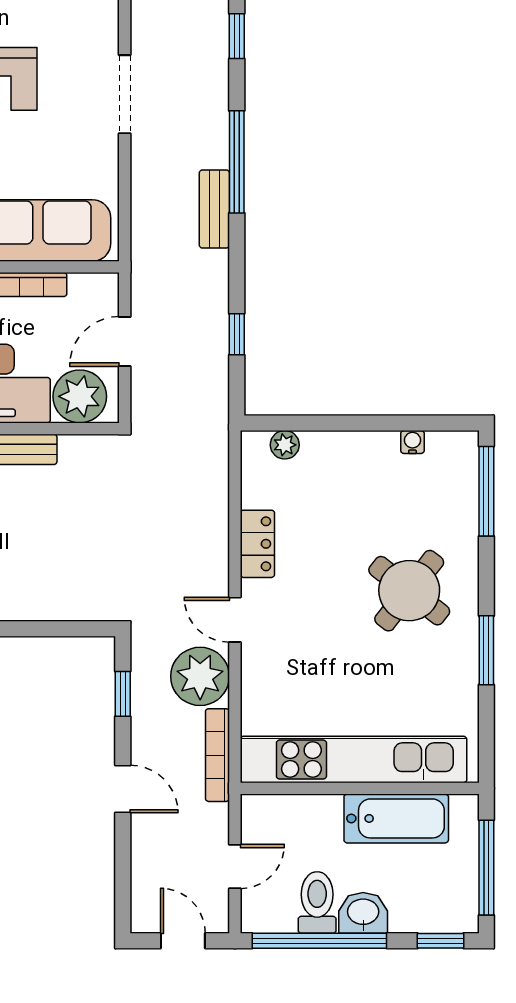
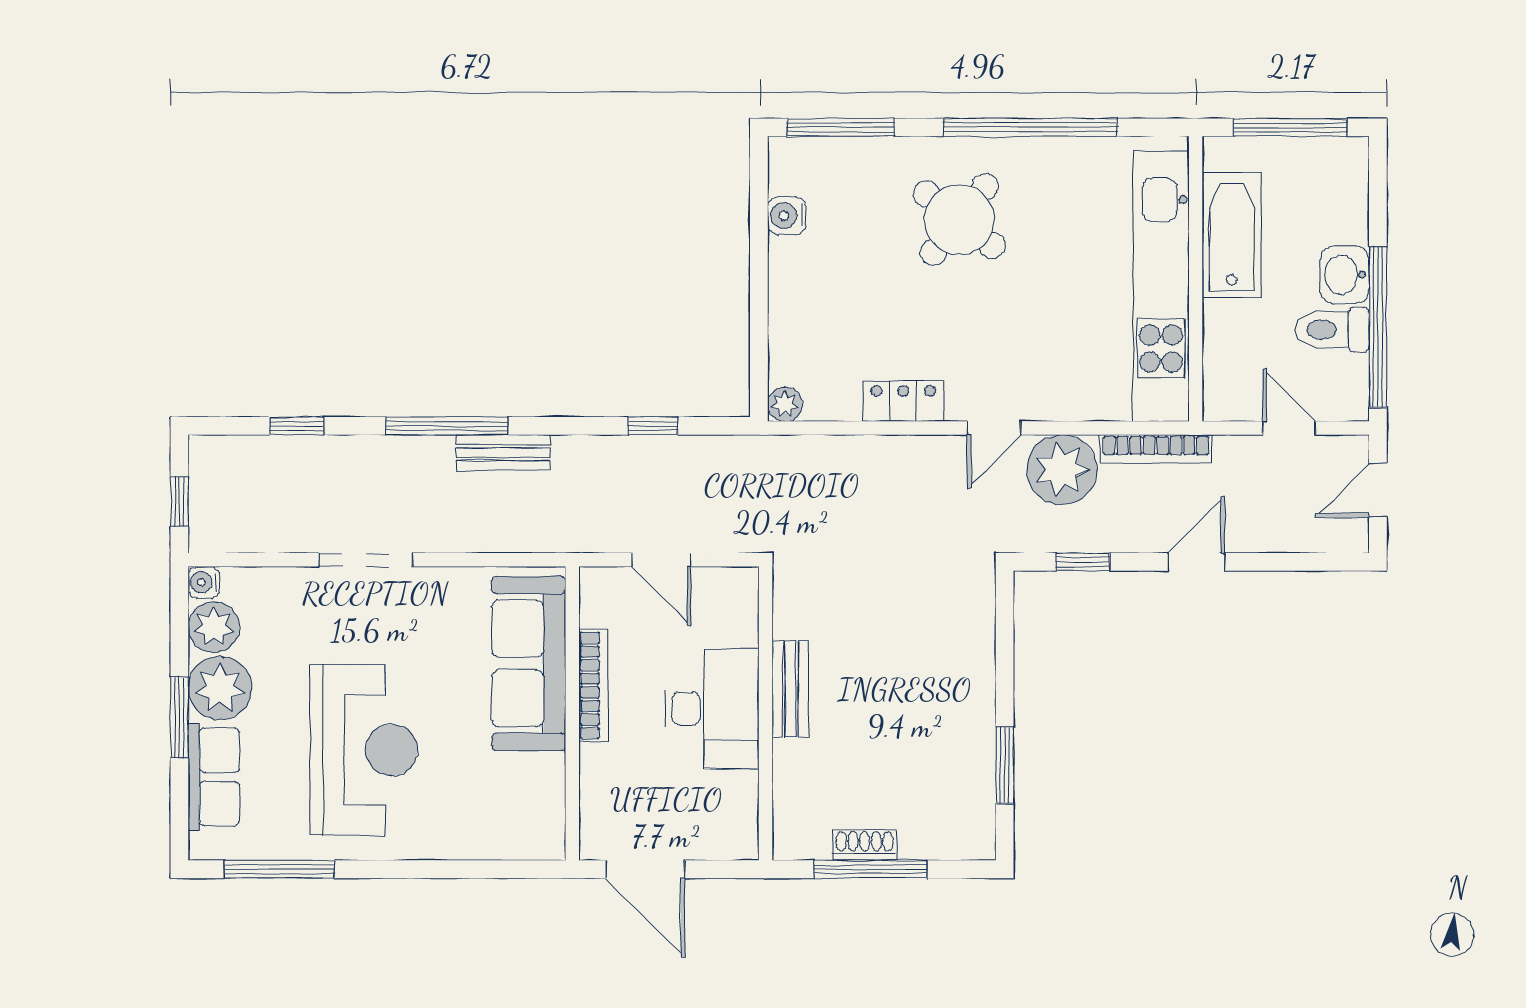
plant: (80, 396) -> (727, 613), removed
water cooler: (412, 442) -> (787, 216), width x1.38, depth x1.38
plant: (285, 445) -> (785, 404), moved
window: (486, 650) -> (1030, 127), width x2.11
window: (441, 941) -> (1378, 182), removed

